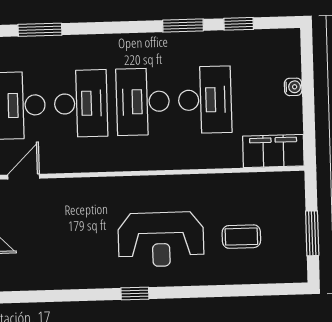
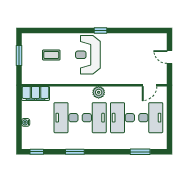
window: (239, 24) -> (37, 152), moved
plant: (135, 158) -> (99, 92), added
reception desk: (161, 239) -> (88, 55), turned -90

